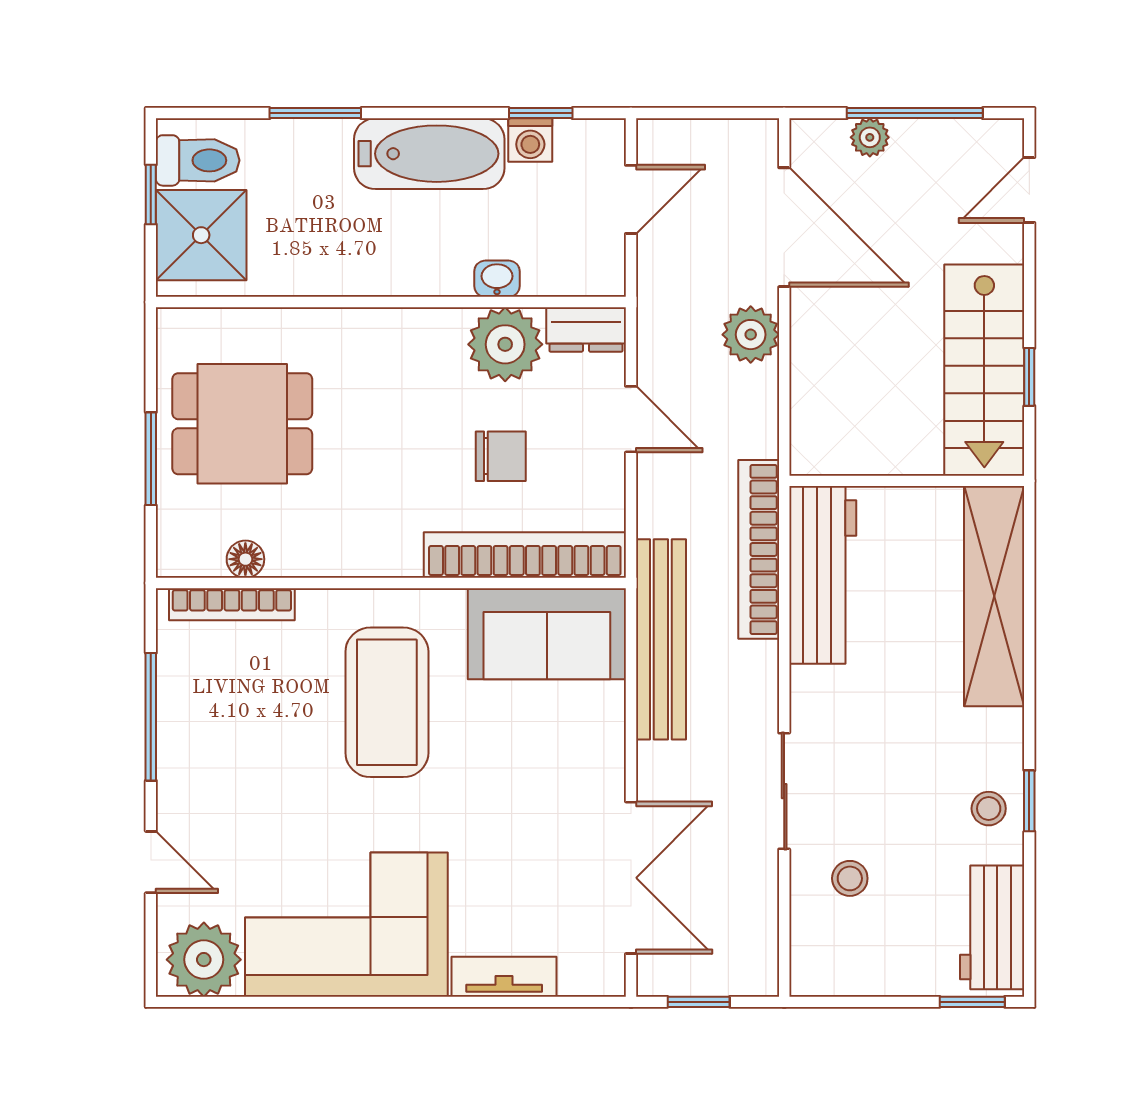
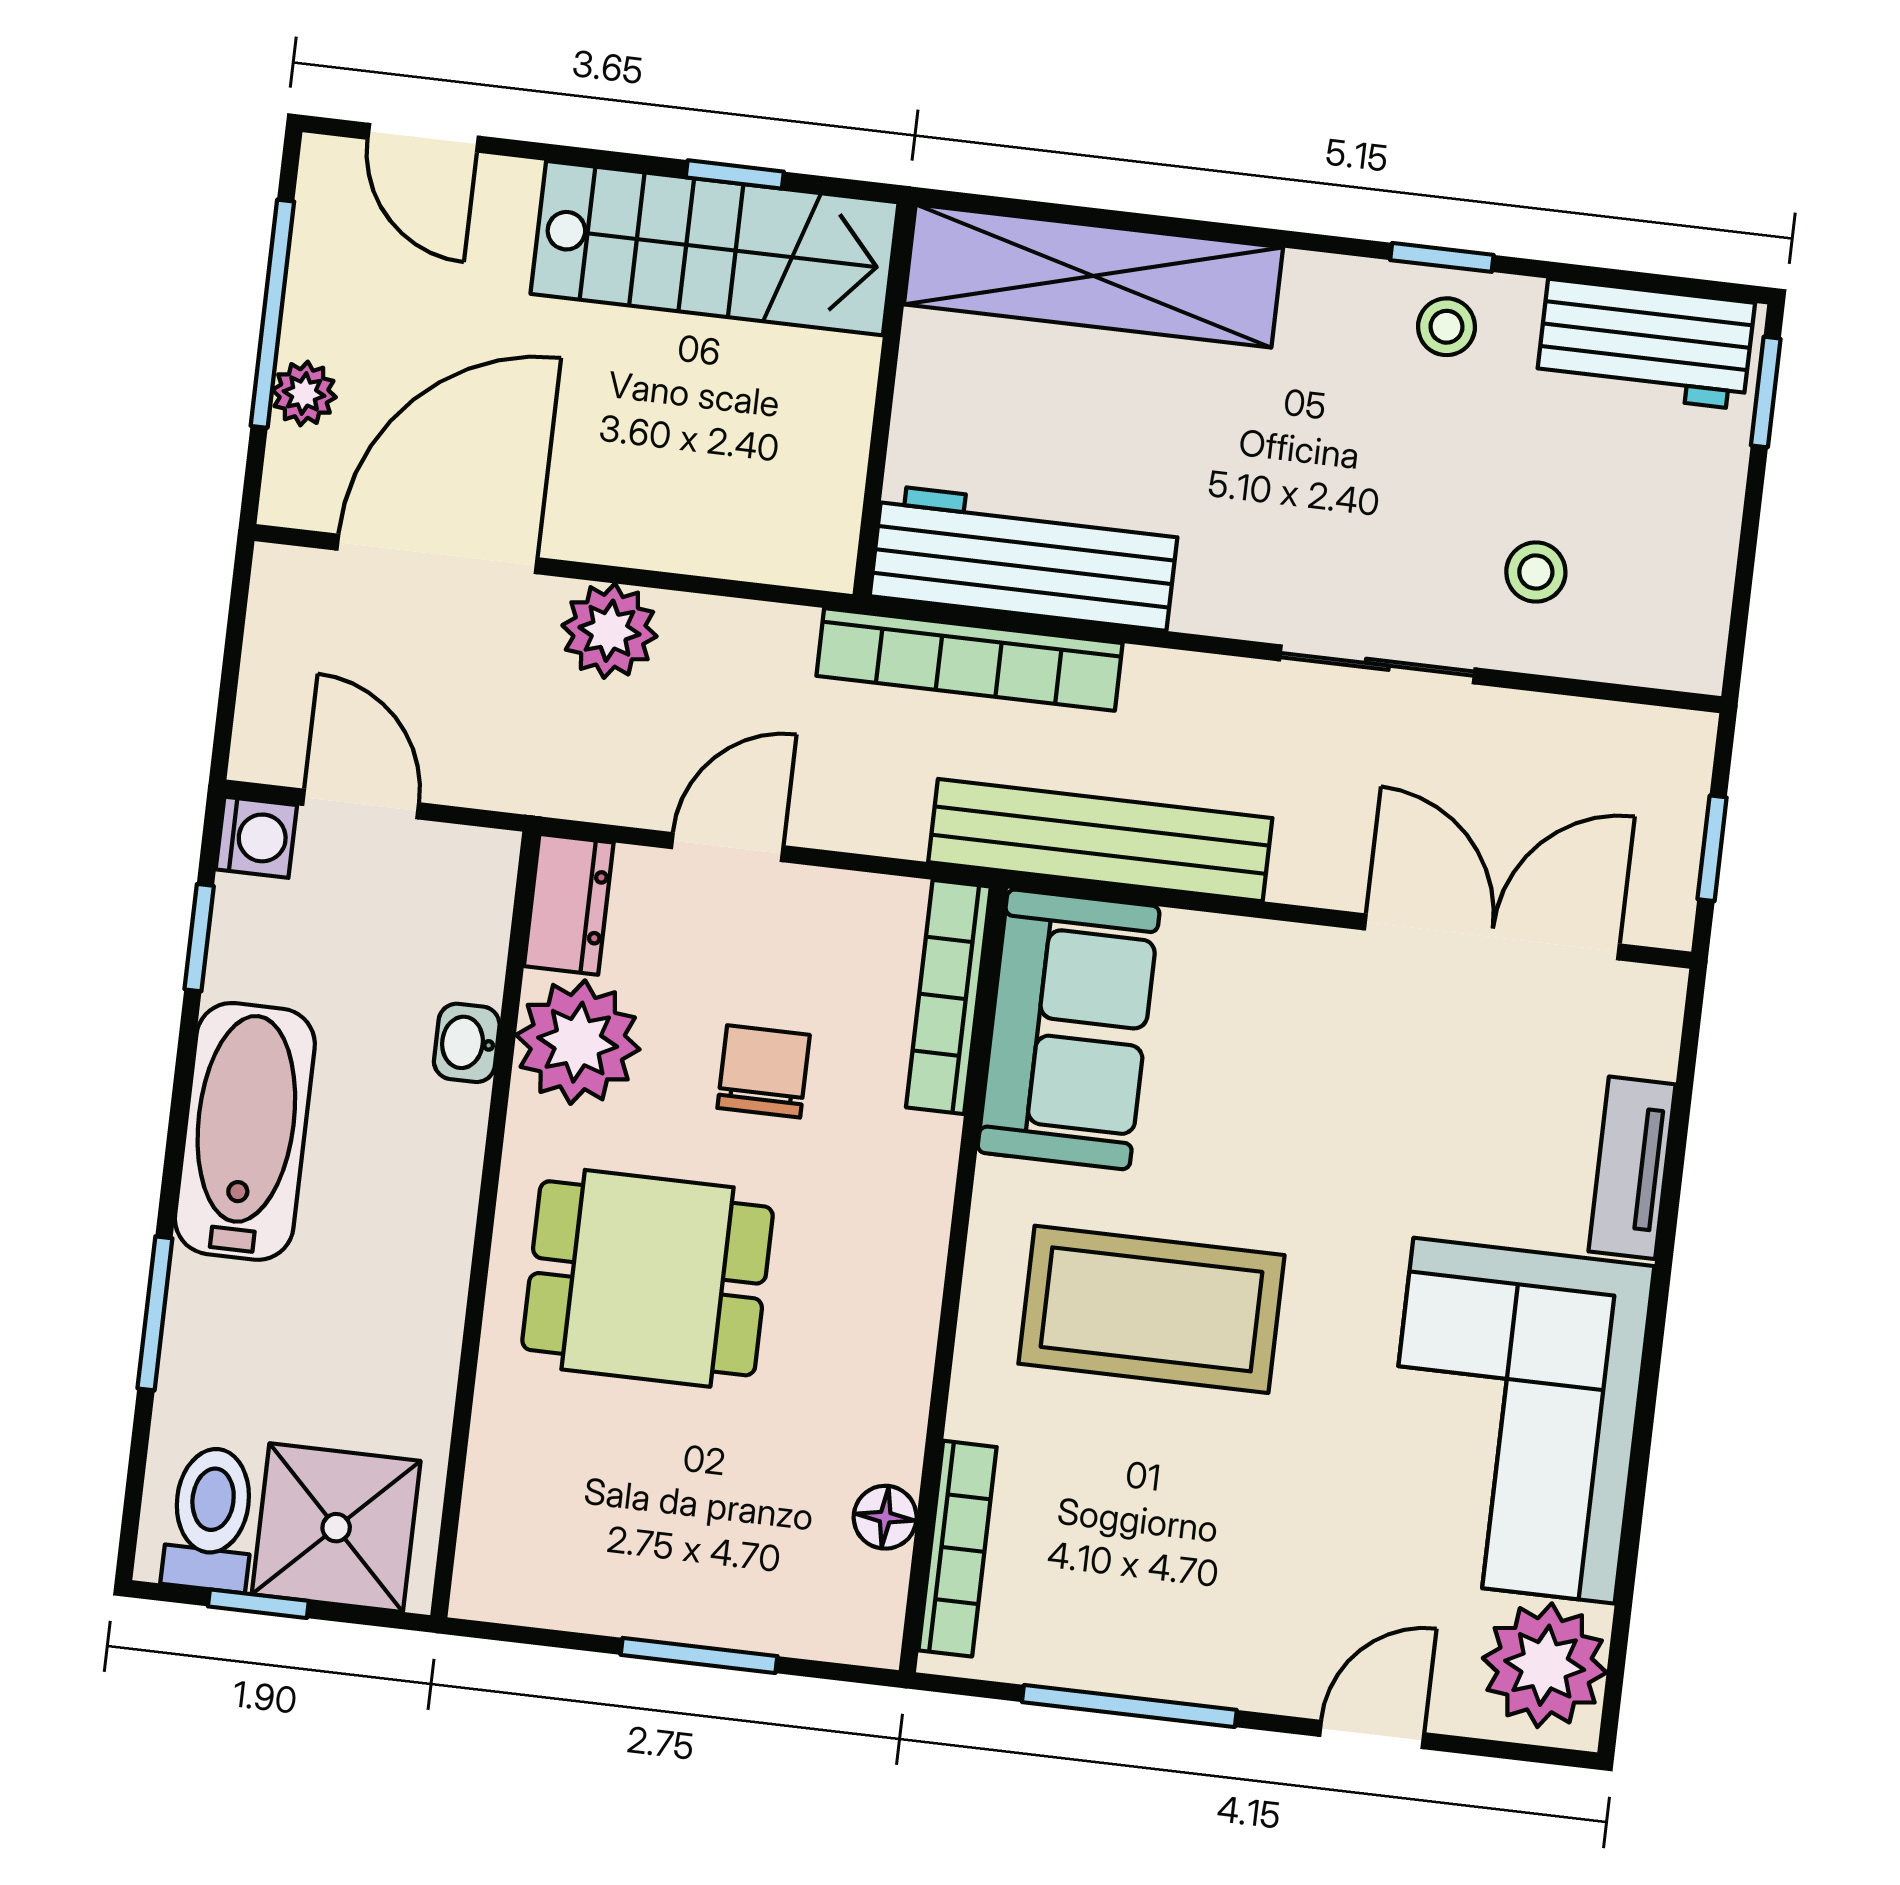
washing machine: (530, 140) -> (256, 837), moved
dining table: (242, 424) -> (648, 1278), moved, turned 90
bookcase: (525, 555) -> (948, 997), width x0.68, depth x0.76

